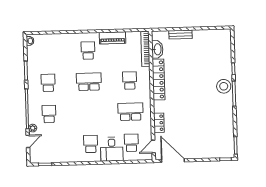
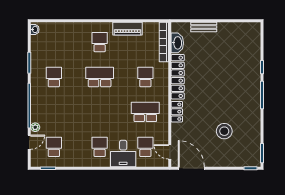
stool: (224, 86) -> (224, 131), moved
school desk: (49, 114) -> (54, 147), moved
locker: (159, 123) -> (177, 112), moved
door: (153, 147) -> (170, 152), hinge flipped

